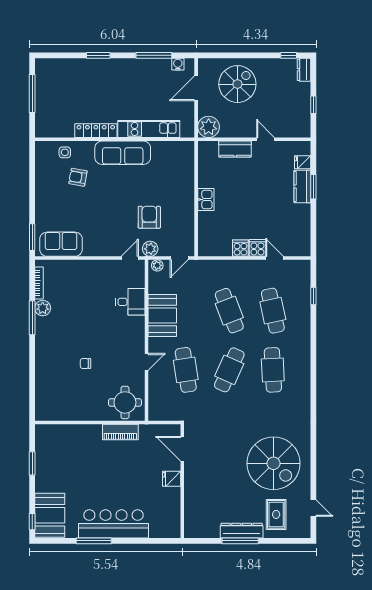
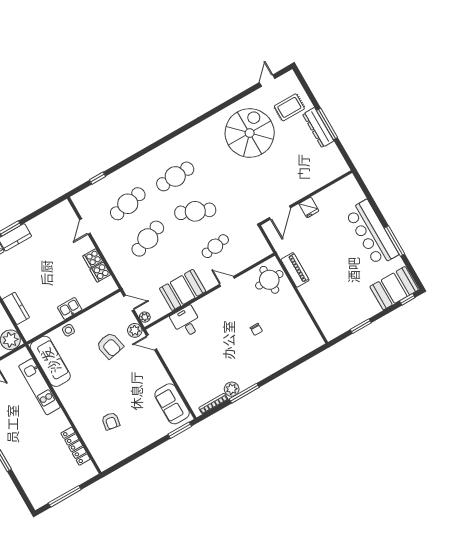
locker: (96, 131) -> (76, 446), moved
side table: (65, 152) -> (68, 330), moved
sofa: (123, 153) -> (50, 361), moved
armchair: (149, 217) -> (110, 346), turned -102
cooker: (257, 248) -> (100, 272), moved
cafe table: (186, 370) -> (215, 246), width x0.73, depth x0.74

